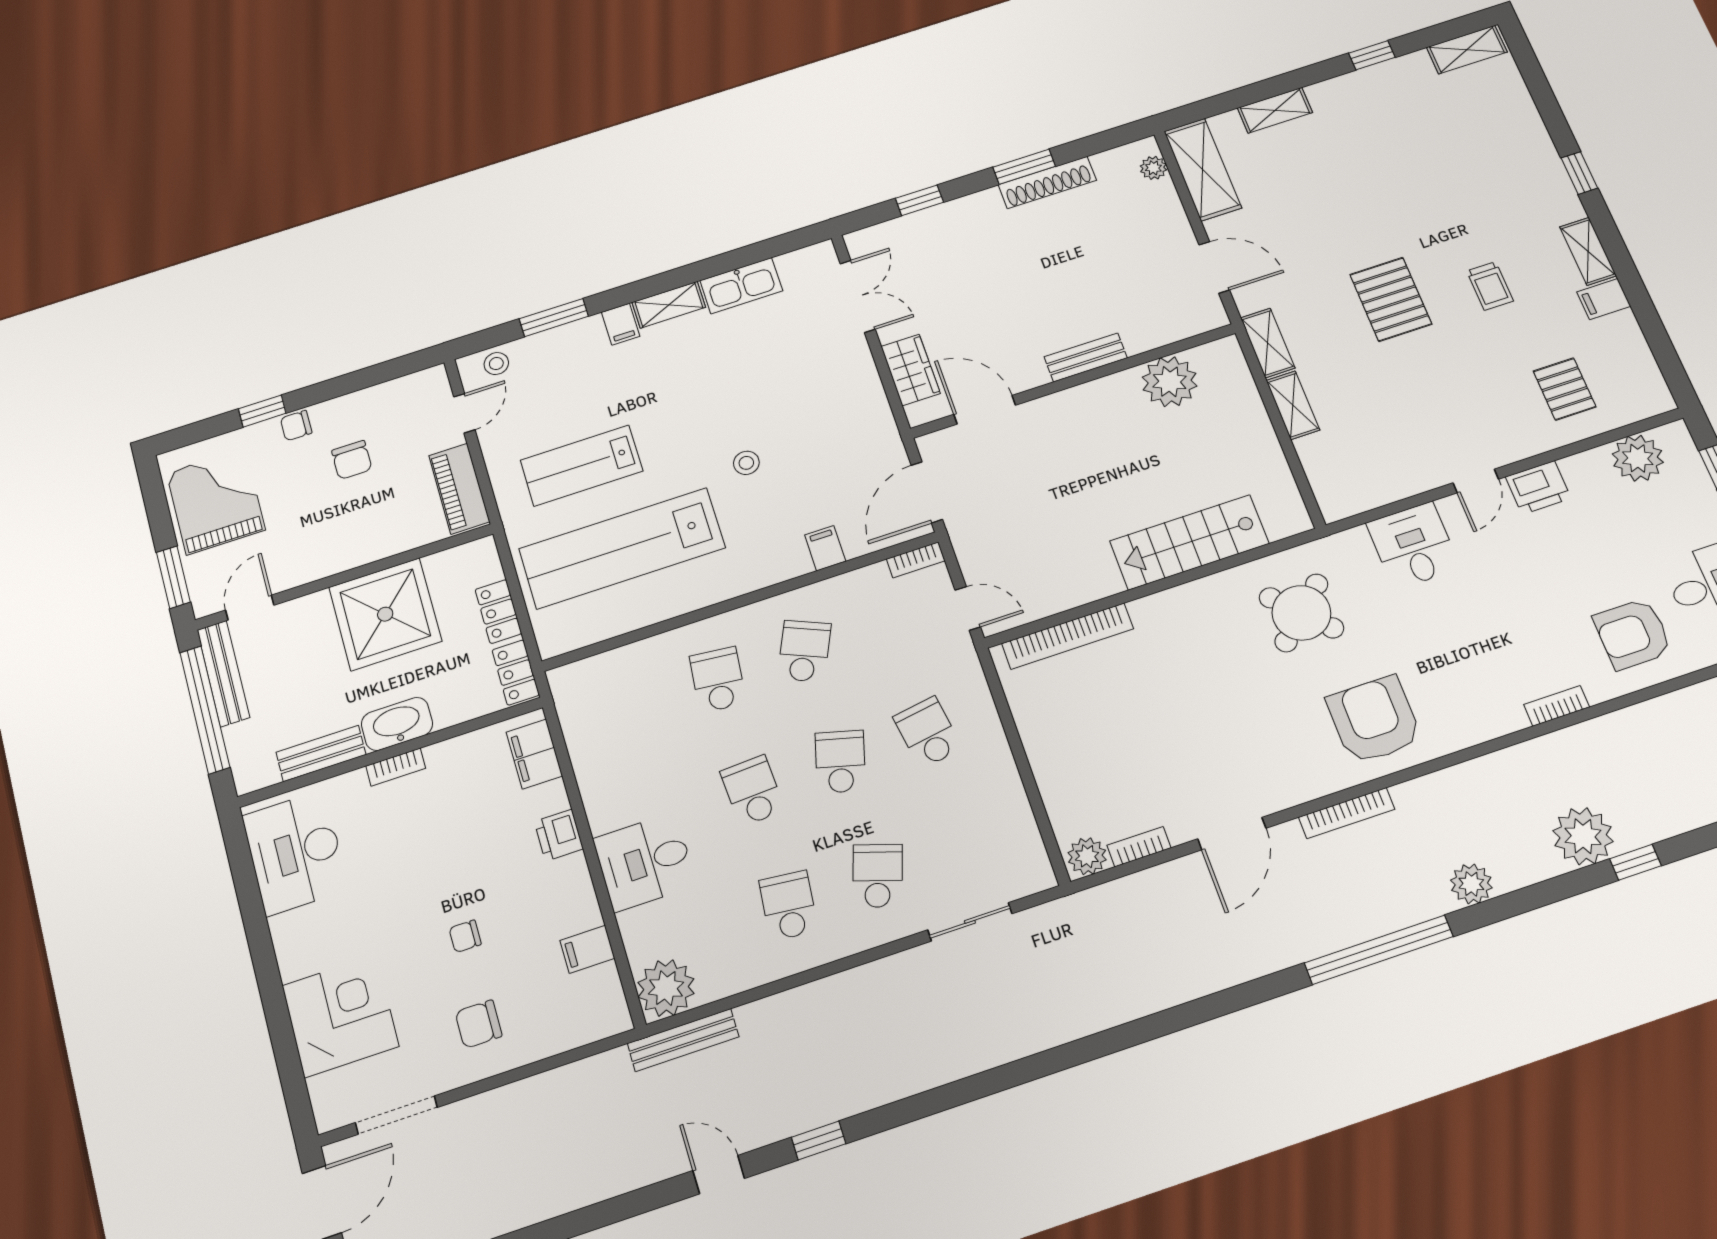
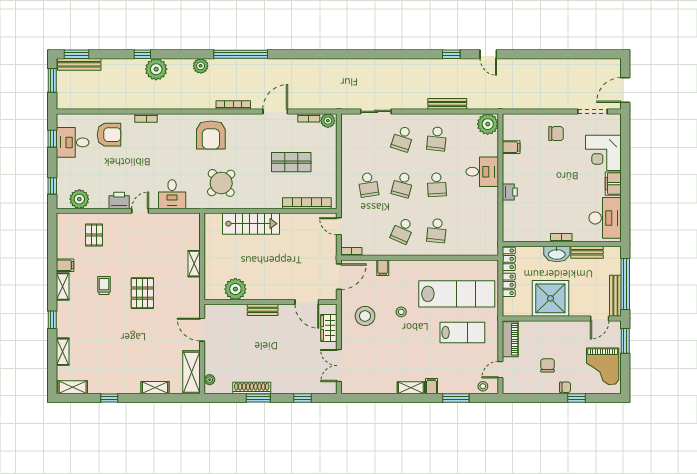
kitchen sink: (741, 286) -> (381, 386), removed
shelving: (1268, 343) -> (63, 352), moved
stool: (832, 425) -> (365, 316), added
shop shelf: (1144, 722) -> (291, 162), added
filing cabinet: (534, 754) -> (613, 184), moved, turned 180
chair: (465, 936) -> (553, 167), removed
bench: (683, 1040) -> (447, 104), moved

